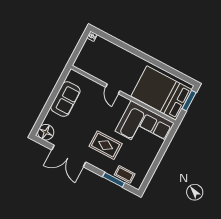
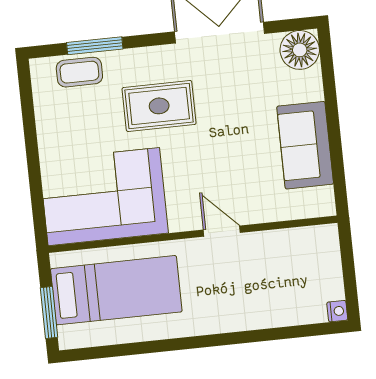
bed: (161, 93) -> (116, 290), width x0.67

